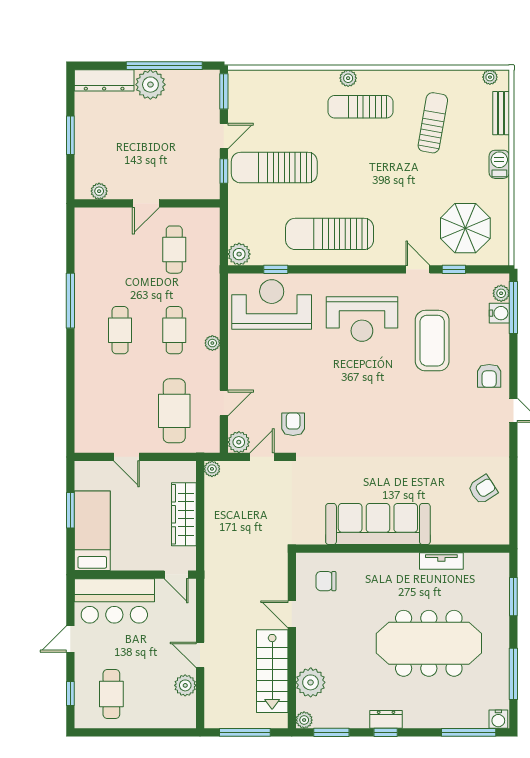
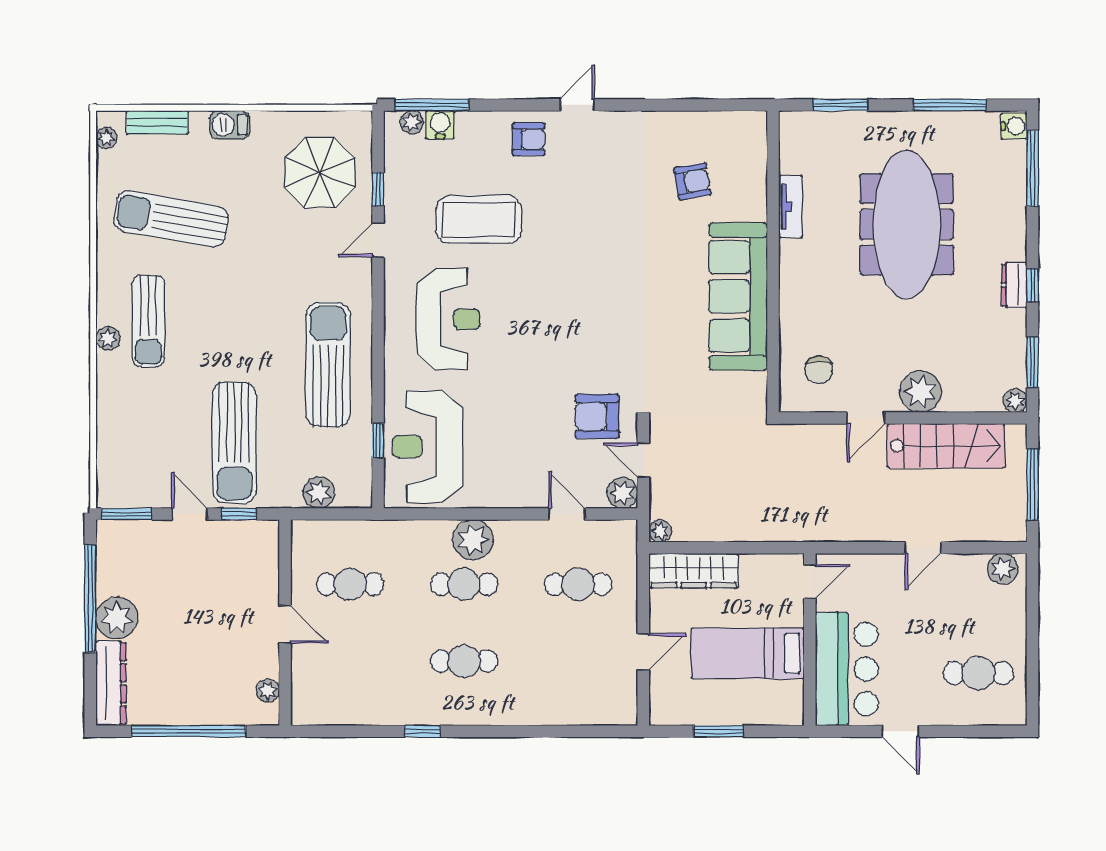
sun lounger: (433, 123) -> (171, 219), width x1.36, depth x1.34
window: (70, 135) -> (189, 731), width x2.11
sun lounger: (330, 234) -> (328, 365), turned 180
plant: (239, 254) -> (319, 493), moved
window: (70, 301) -> (422, 731), width x0.46
plant: (212, 343) -> (473, 540), width x1.87, depth x1.87
cafe table: (174, 411) -> (578, 584), width x0.73, depth x0.74
armchair: (293, 424) -> (597, 416), width x1.38, depth x1.38
armchair: (483, 490) -> (692, 181), moved, turned 113
wardrobe: (184, 514) -> (694, 571), moved
bed: (92, 531) -> (748, 653), moved
plant: (311, 682) -> (920, 392), moved
plant: (185, 685) -> (1003, 569), moved
window: (70, 694) -> (978, 731), removed

